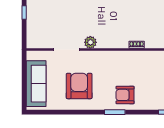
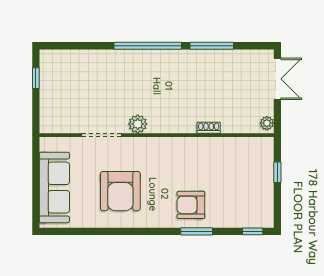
armchair: (79, 86) -> (120, 191), turned 180
window: (115, 112) -> (197, 231), moved

